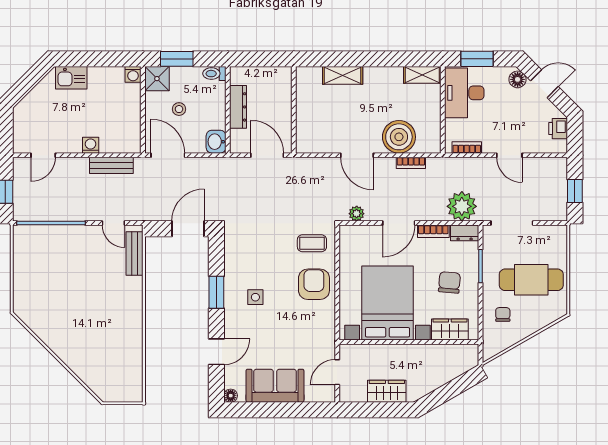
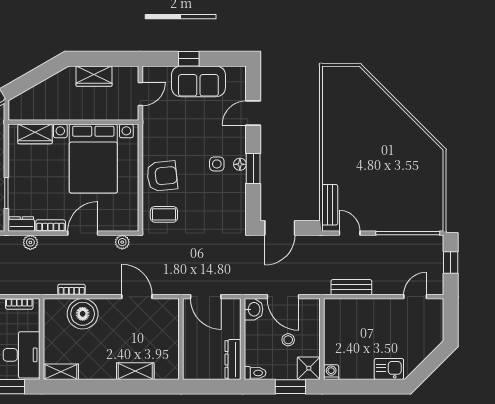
dresser: (238, 107) -> (233, 359), moved
washing machine: (91, 145) -> (371, 306), removed
door: (168, 155) -> (283, 297), moved
door: (357, 155) -> (137, 297), moved
plant: (462, 206) -> (30, 242), width x0.53, depth x0.53
chair: (449, 282) -> (35, 178), removed
armchair: (314, 284) -> (162, 176), turned -96
floor lamp: (231, 396) -> (240, 164), moved
window: (285, 410) -> (189, 59), added

